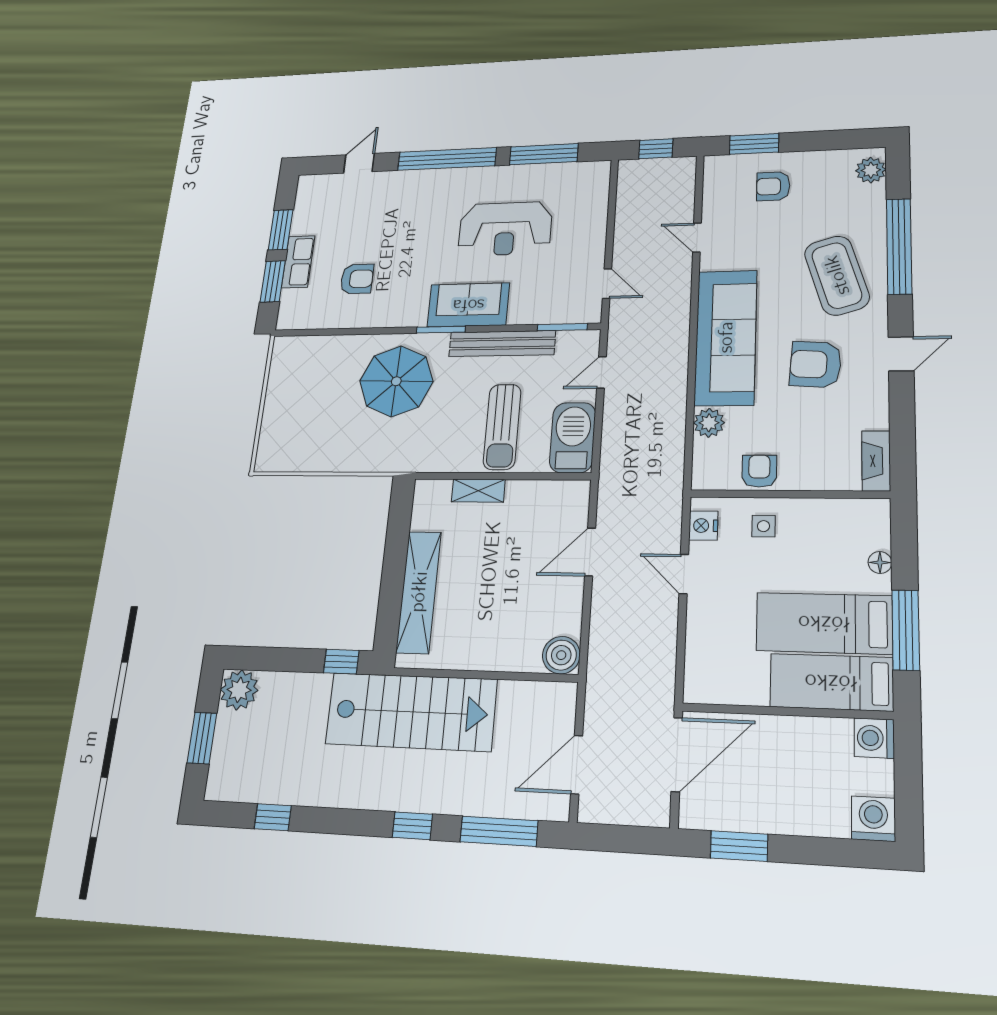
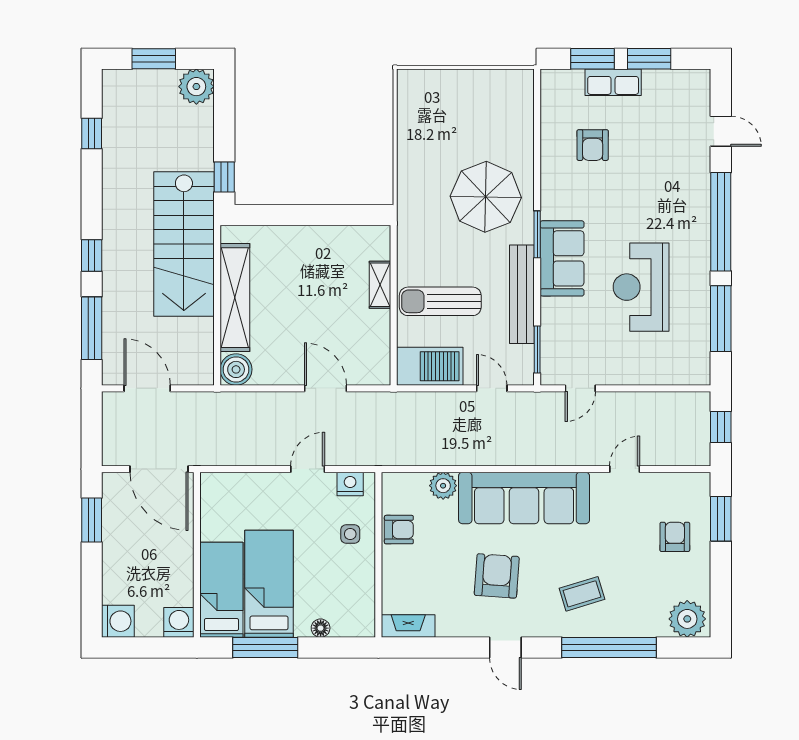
plant: (871, 170) -> (687, 619), width x1.36, depth x1.36
coffee table: (837, 275) -> (582, 594), width x0.54, depth x0.58
shelving: (419, 592) -> (235, 298), moved, turned 90

